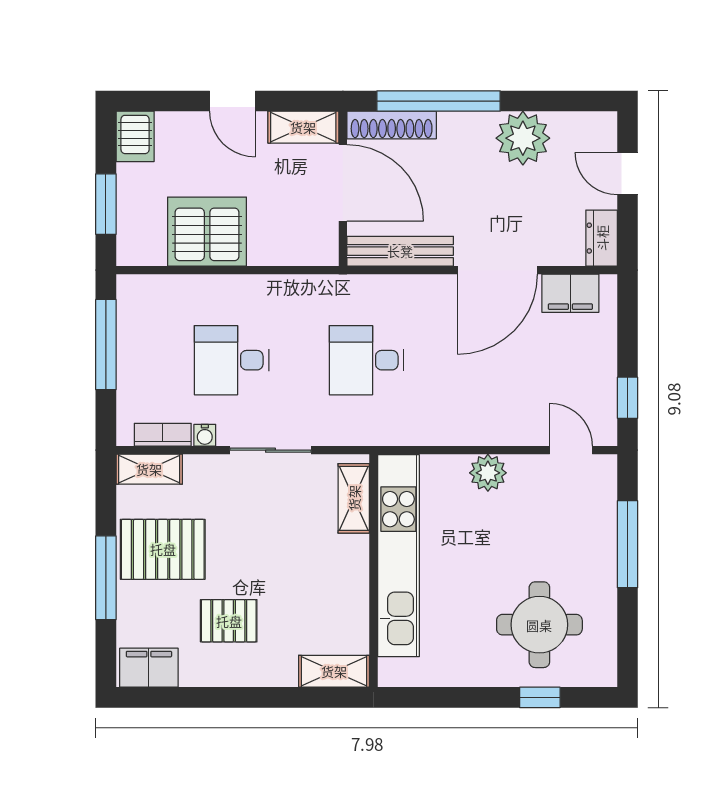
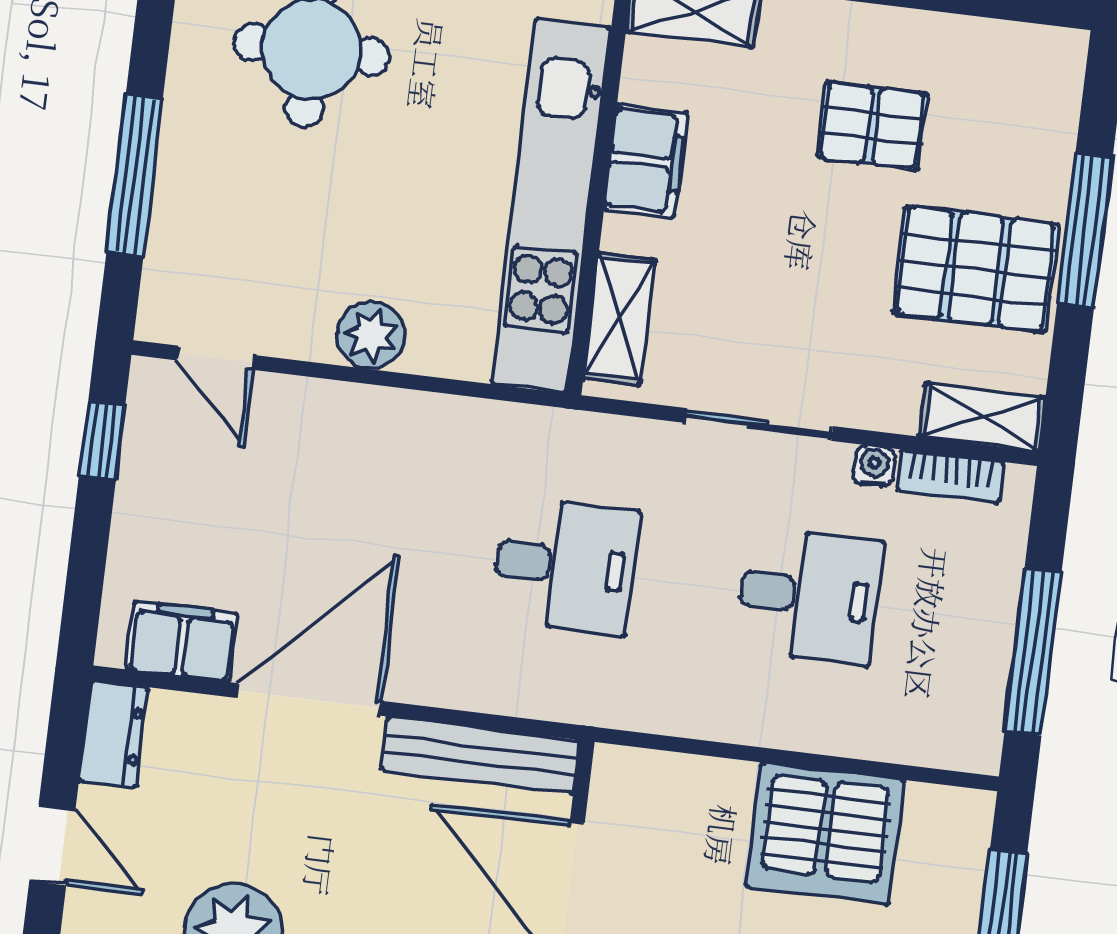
filing cabinet: (149, 668) -> (646, 161), moved, turned -90

